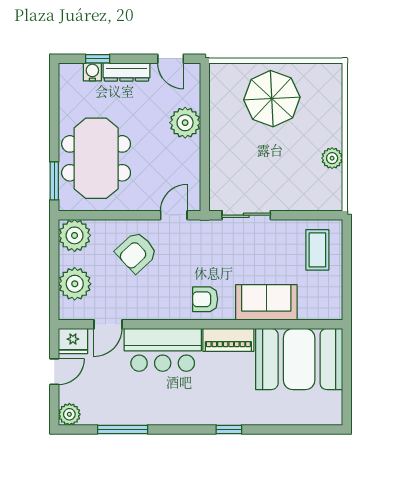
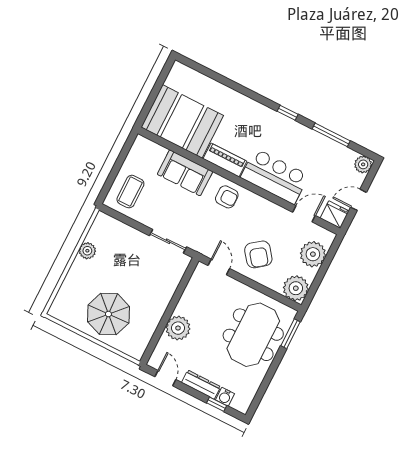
door: (174, 215) -> (219, 267), swing flipped
armchair: (136, 252) -> (258, 254), turned 96
window: (229, 429) -> (288, 113), moved

